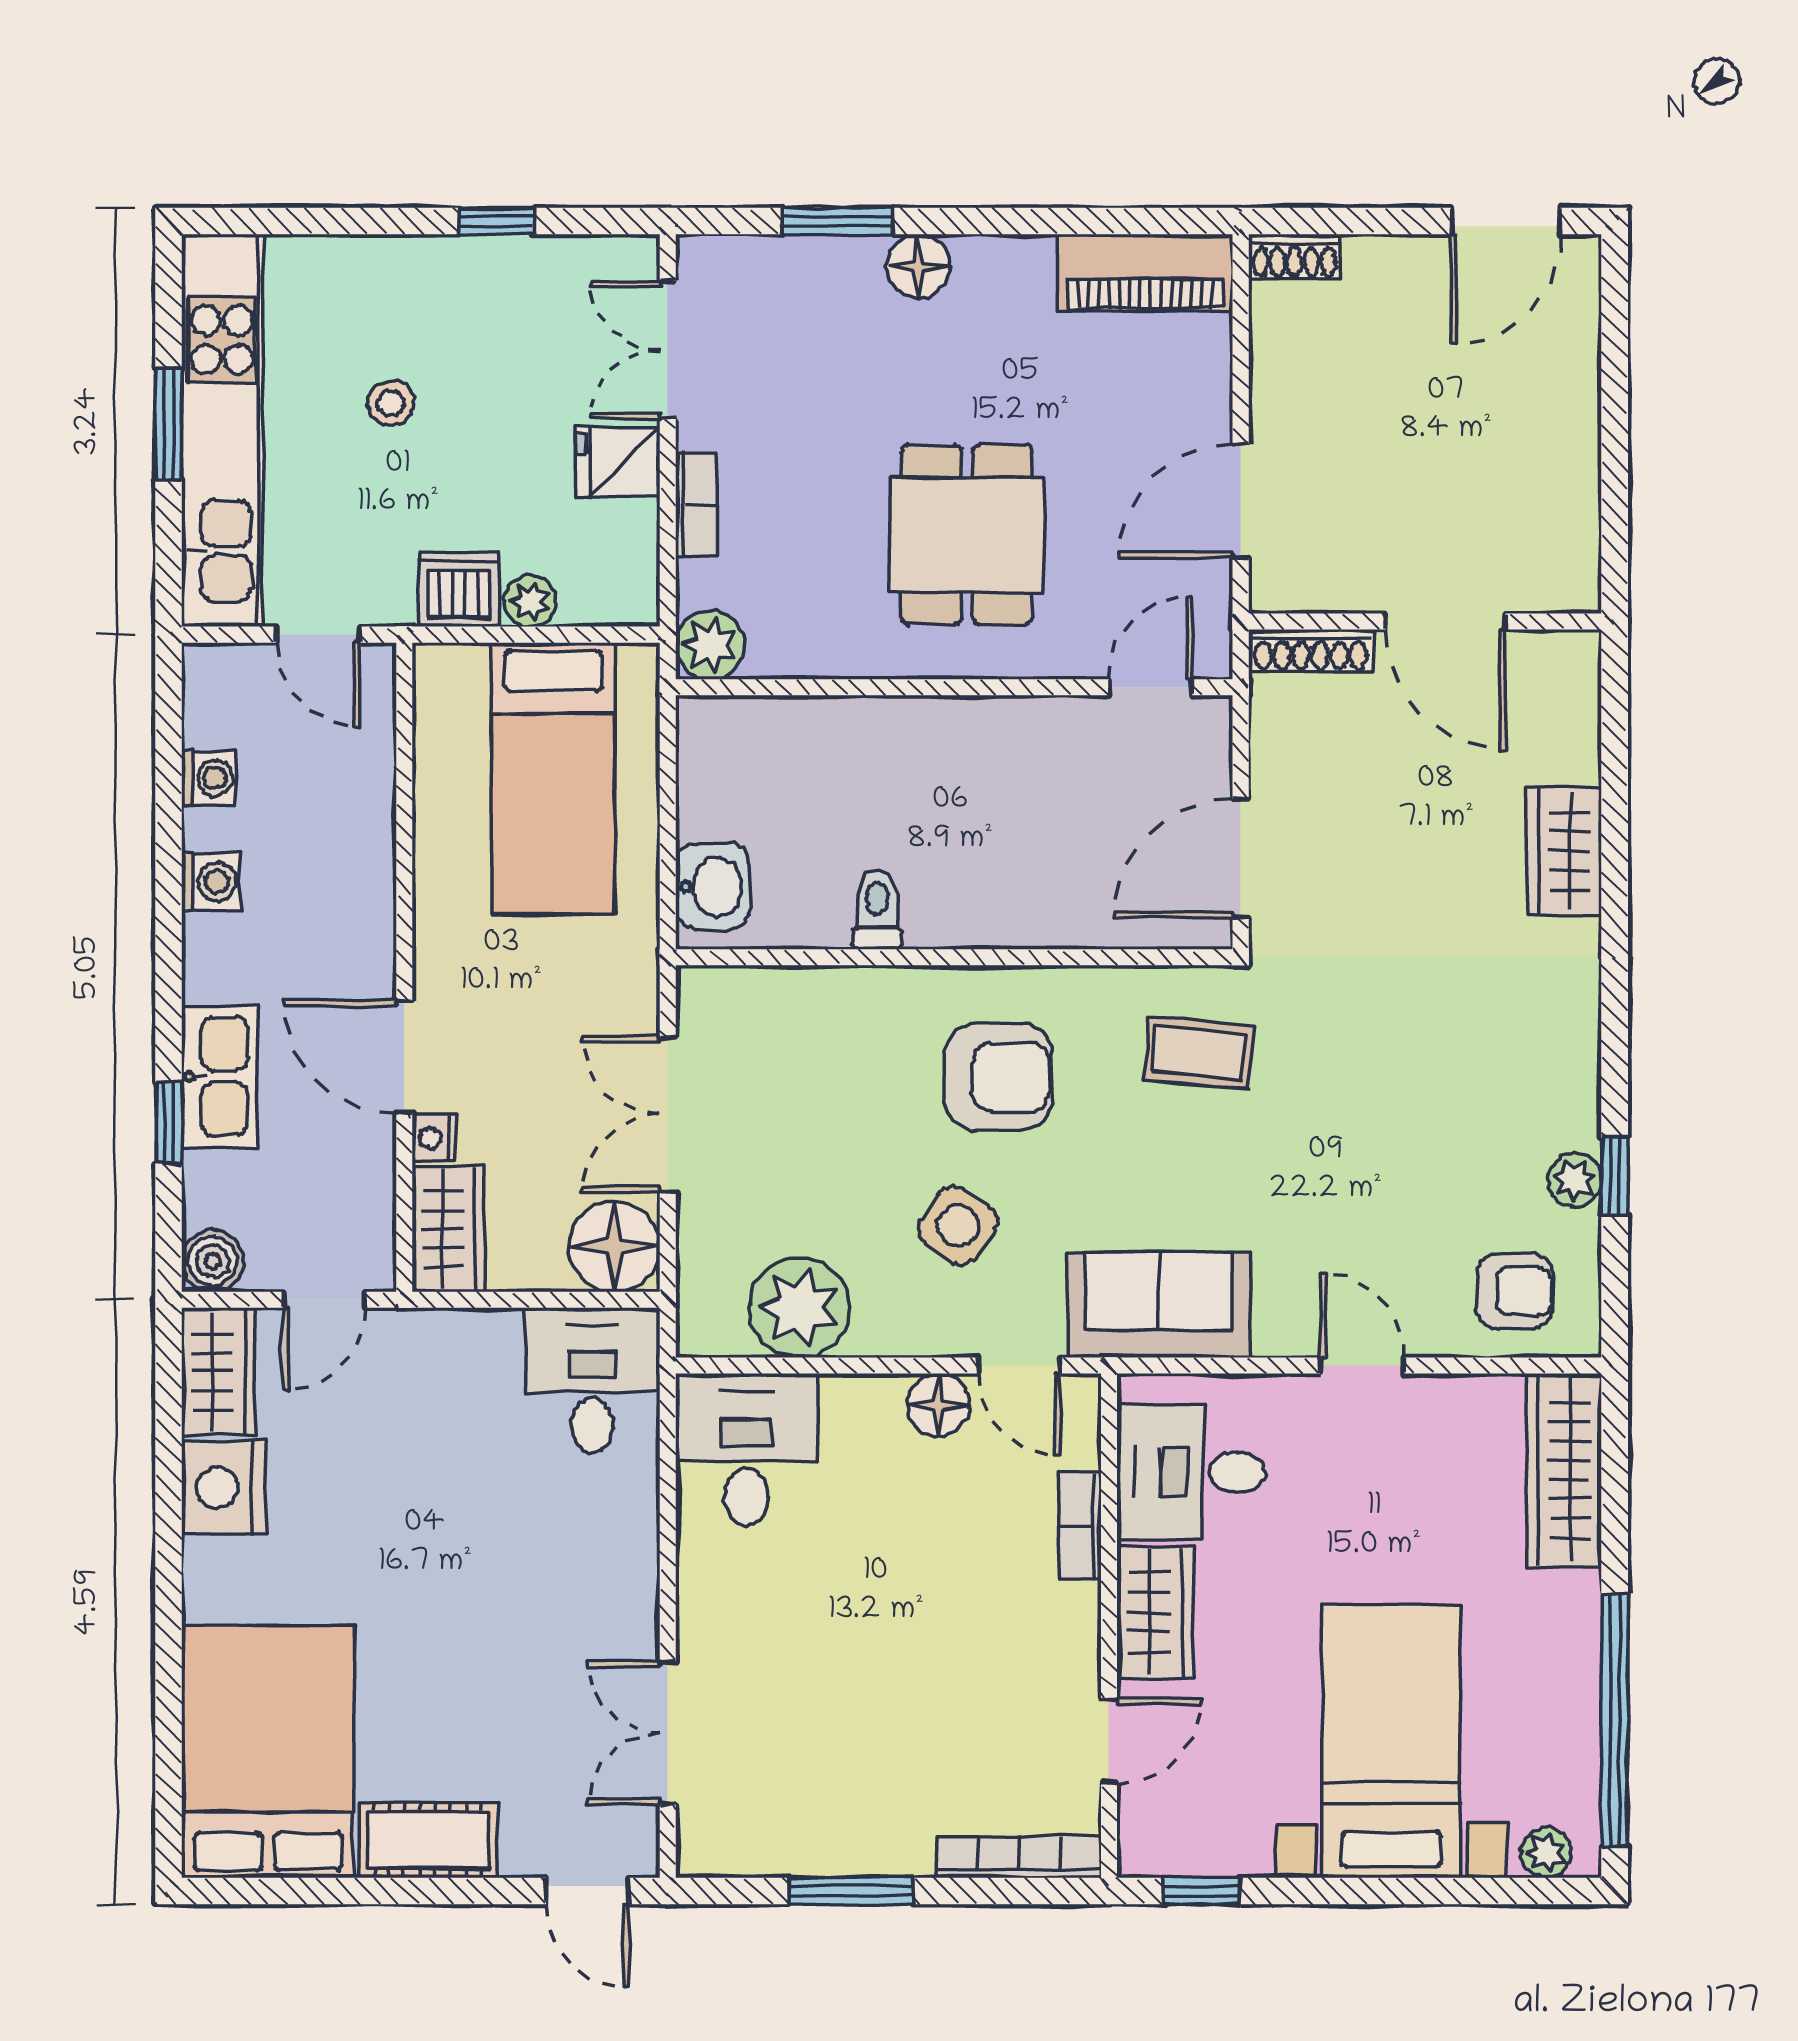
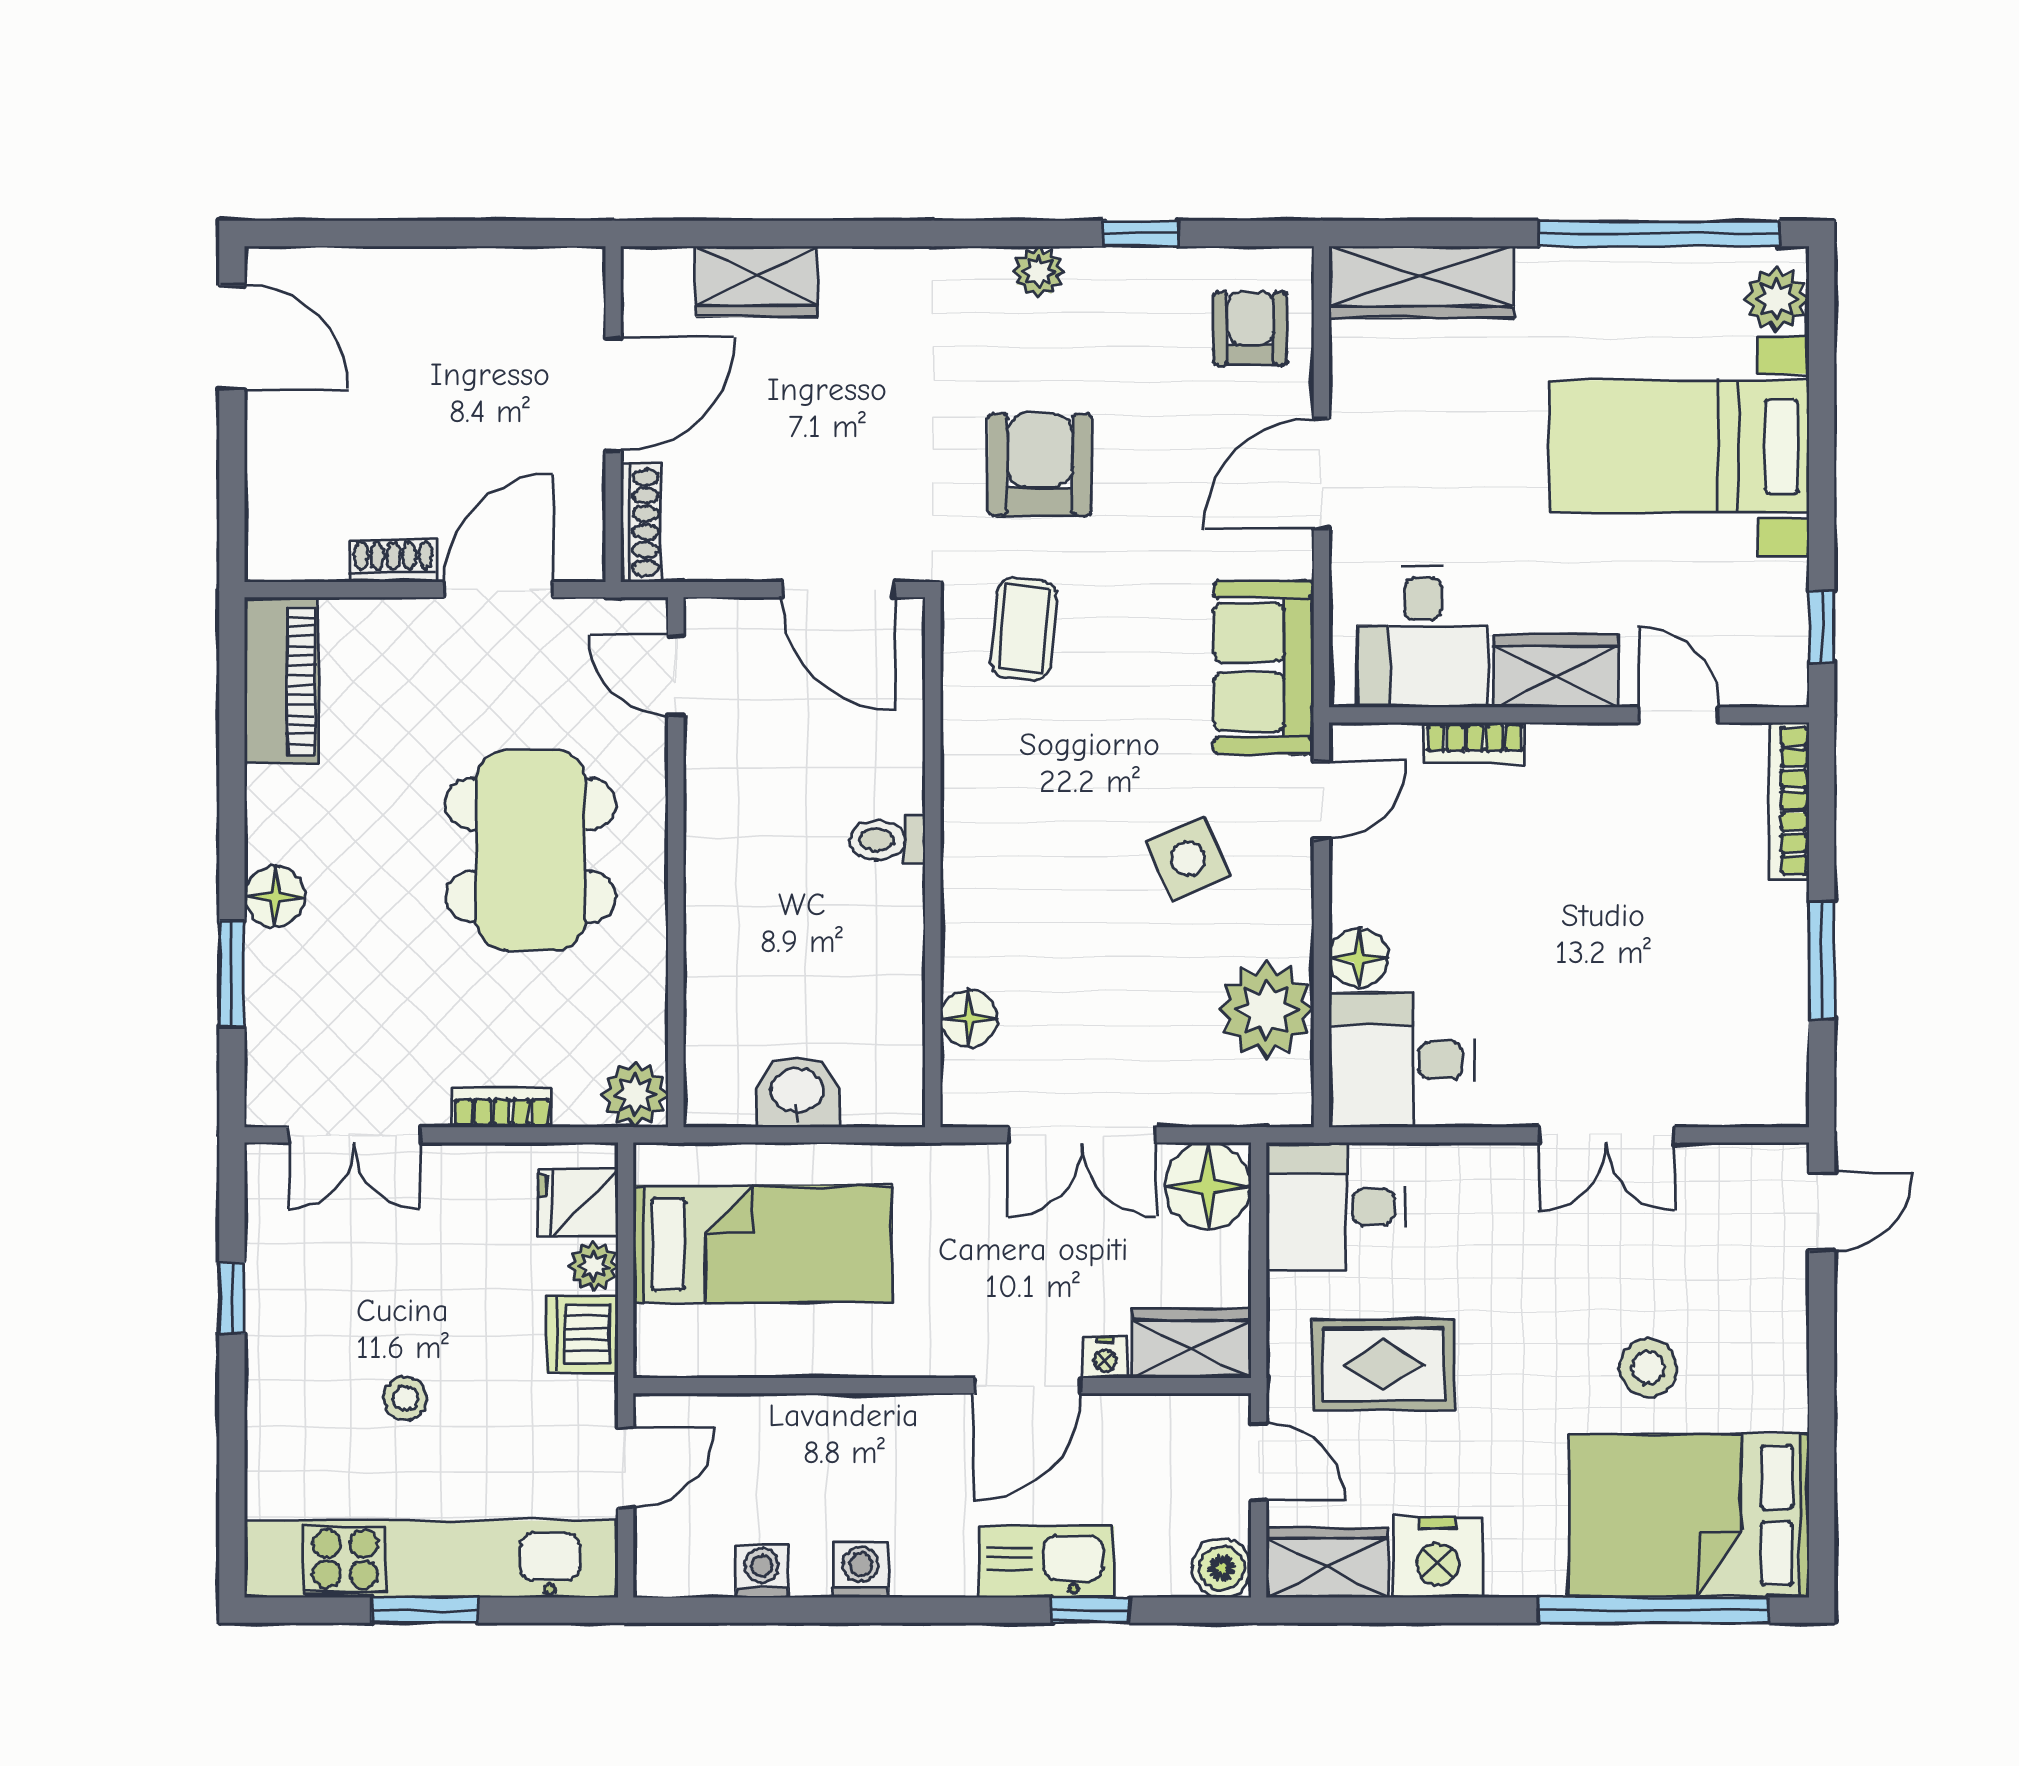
shoe rack: (1294, 257) -> (393, 561), moved, turned -90
fridge: (618, 462) -> (578, 1203), moved, turned 90
door: (1241, 501) -> (498, 590), swing flipped
dining table: (967, 535) -> (531, 850), width x1.38
wardrobe: (1564, 851) -> (757, 281), moved
washbasin: (712, 887) -> (797, 1092), moved
toilet: (877, 909) -> (887, 840), moved
floor lamp: (790, 995) -> (969, 1018), added
armchair: (998, 1077) -> (1040, 465), moved
plant: (1575, 1180) -> (1039, 272), moved
side table: (958, 1226) -> (1188, 859), turned 33
door: (1362, 1366) -> (1321, 474), width x1.38
floor lamp: (939, 1405) -> (1359, 958), moved
rug: (426, 1431) -> (1383, 1365), added
stool: (423, 1709) -> (1648, 1368), added
window: (169, 1714) -> (1653, 1610), added
double door: (668, 1733) -> (1607, 1135), moved
cot: (428, 1840) -> (1773, 1363), removed
plant: (1546, 1853) -> (1777, 299), width x1.38, depth x1.38

